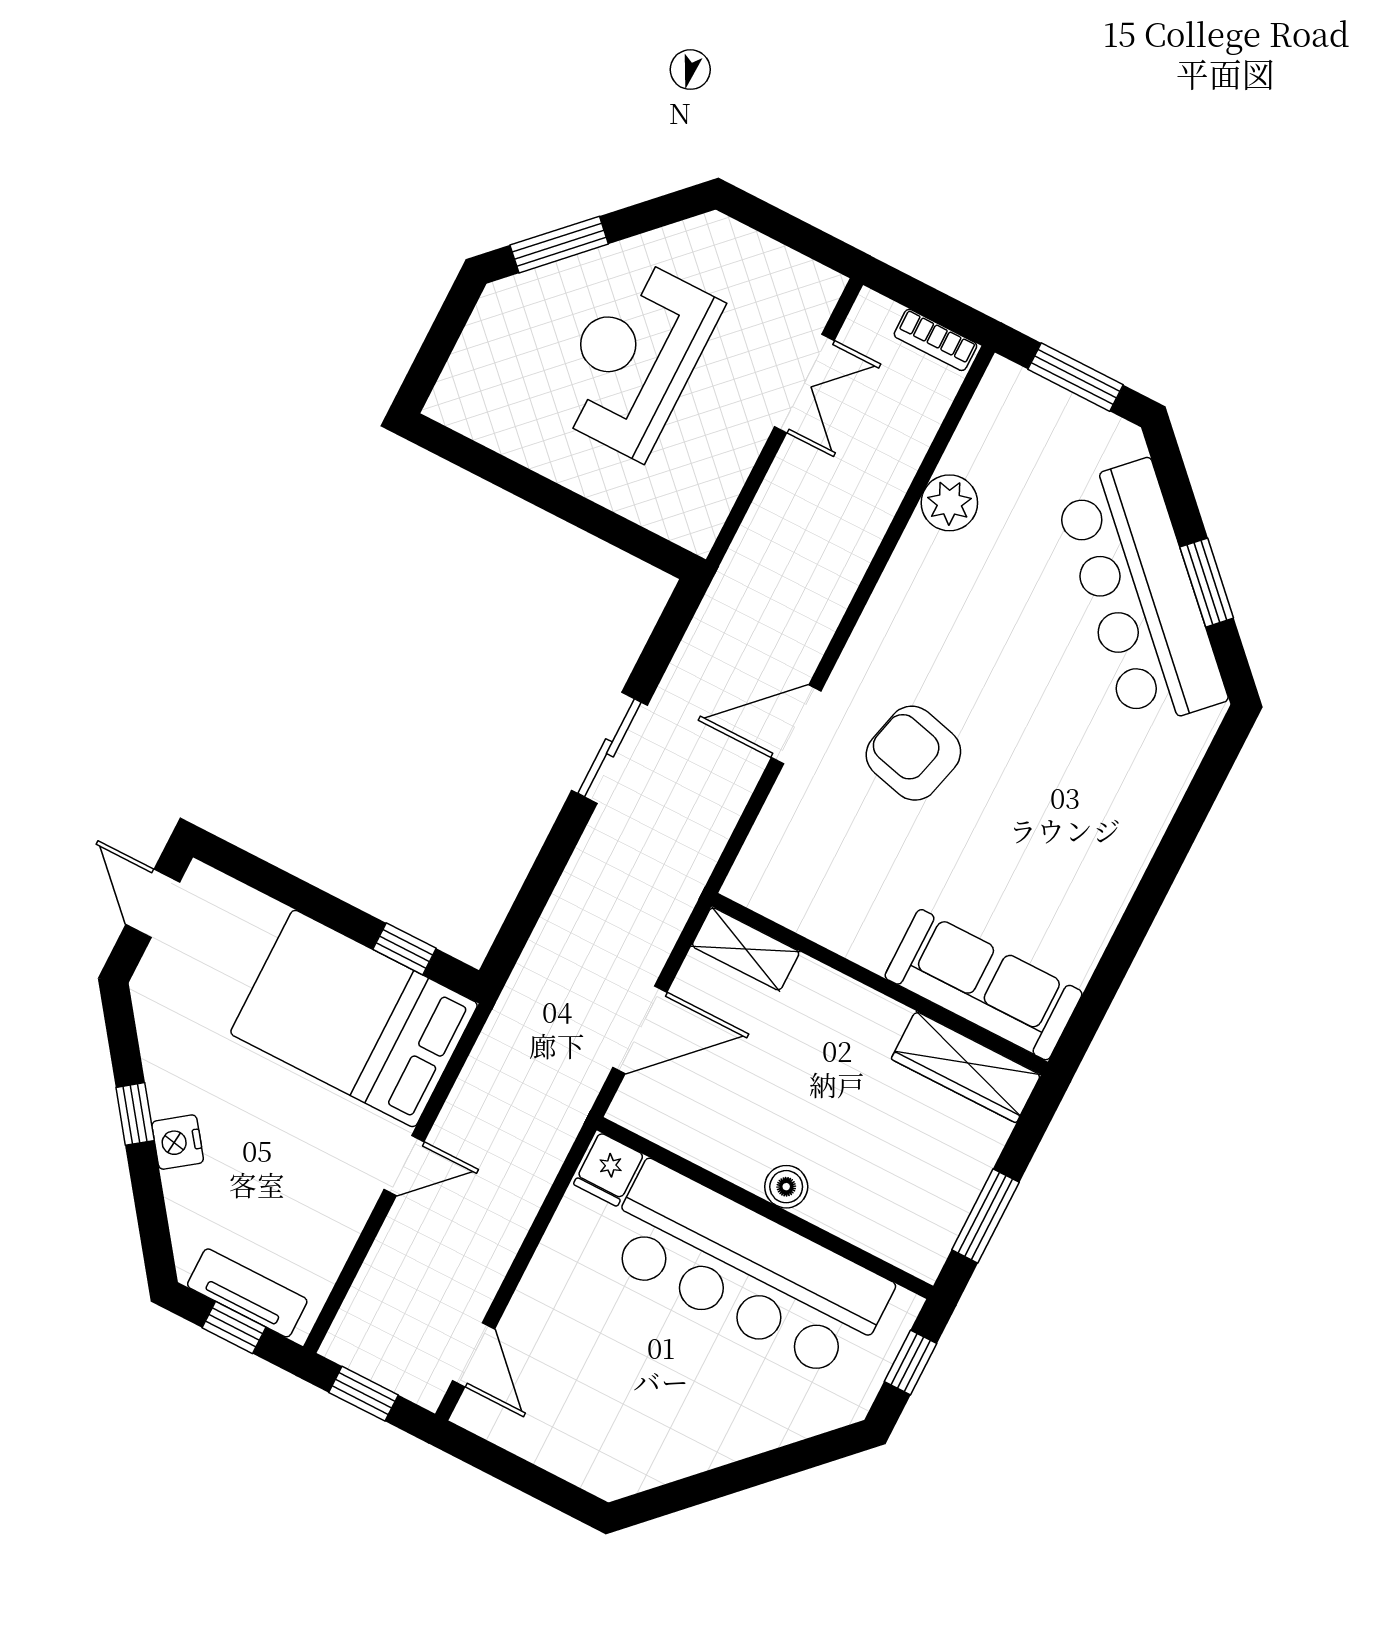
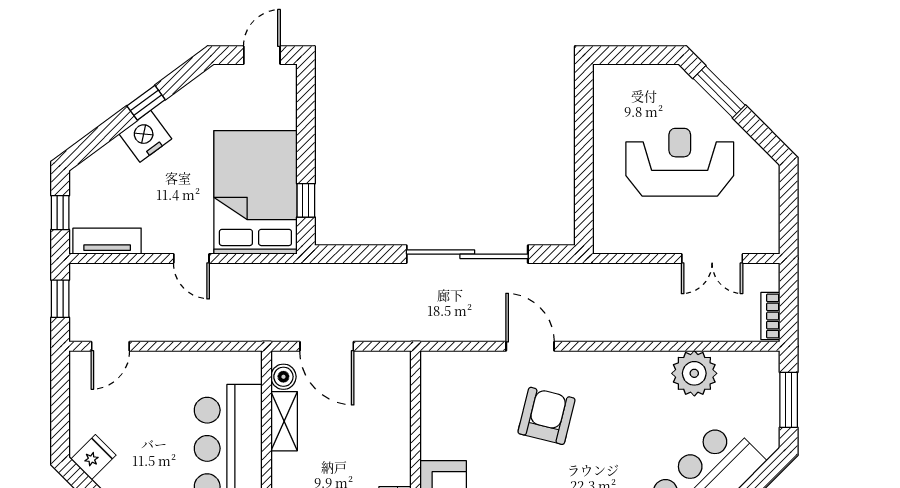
plant: (949, 503) -> (694, 373), width x1.36, depth x1.36
sliding door: (609, 748) -> (467, 254), width x1.86
shelving: (746, 949) -> (284, 421), moved
nightstand: (178, 1142) -> (145, 136), width x1.36, depth x1.33
fridge: (609, 1169) -> (93, 457), moved, turned 135
boiler: (786, 1187) -> (283, 377), moved
tv unit: (247, 1293) -> (107, 241), moved, turned -90

